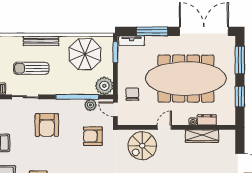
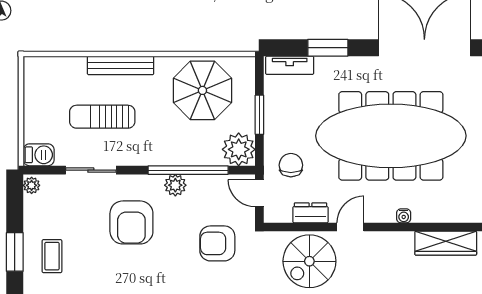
window: (152, 31) -> (328, 48), width x0.69
window: (115, 52) -> (259, 115), moved
plant: (90, 105) -> (175, 185), moved
dresser: (207, 120) -> (310, 213), moved
wardrobe: (202, 136) -> (446, 243), moved

